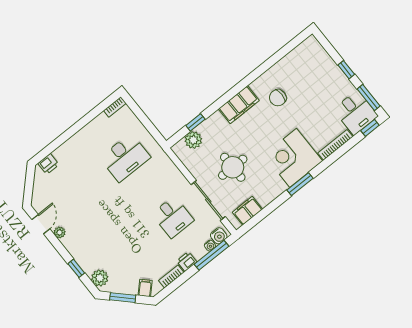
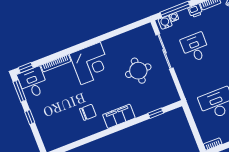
plant: (193, 140) -> (161, 100), removed
window: (300, 184) -> (92, 42), removed
filing cabinet: (247, 211) -> (138, 34), removed

